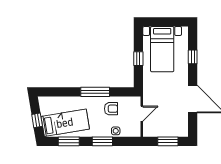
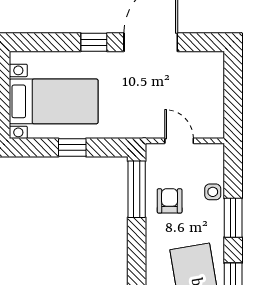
window: (193, 57) -> (94, 42), moved
window: (95, 92) -> (137, 189), moved
window: (168, 141) -> (233, 90), removed

